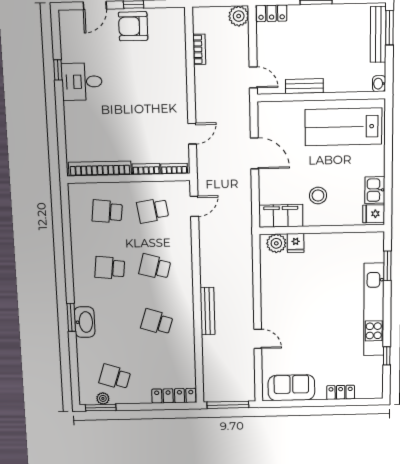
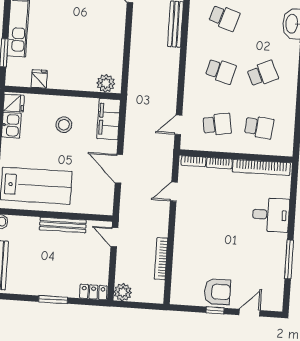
bookcase: (199, 49) -> (161, 259), width x1.56
window: (58, 70) -> (289, 259), width x2.17
desk: (82, 82) -> (271, 215), moved
bench: (304, 86) -> (63, 225), width x1.36
filing cabinet: (281, 216) -> (109, 119), moved, turned 90
fridge: (296, 243) -> (39, 79), moved
school desk: (110, 268) -> (263, 74), turned -30

